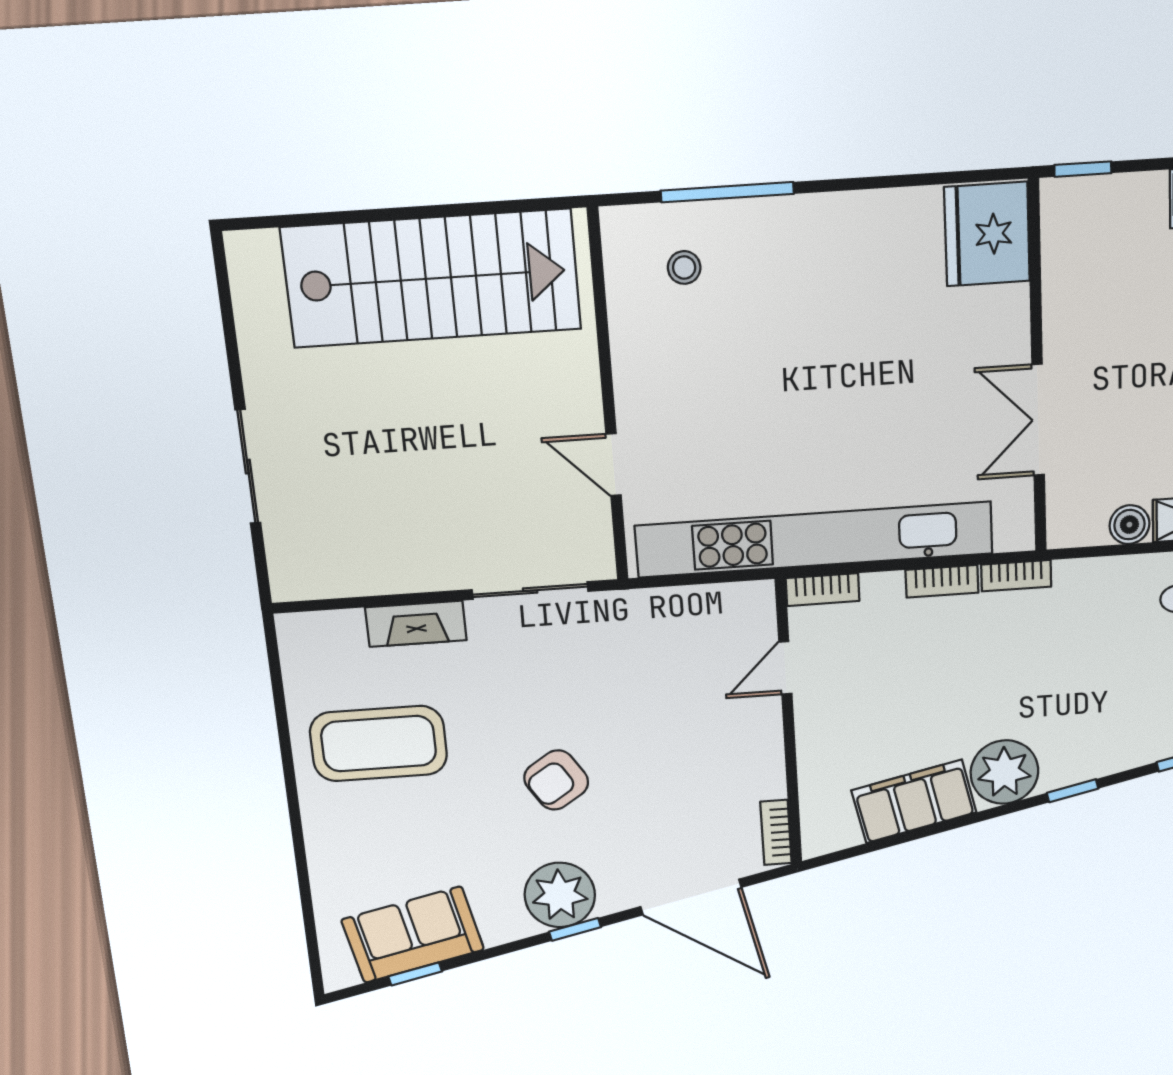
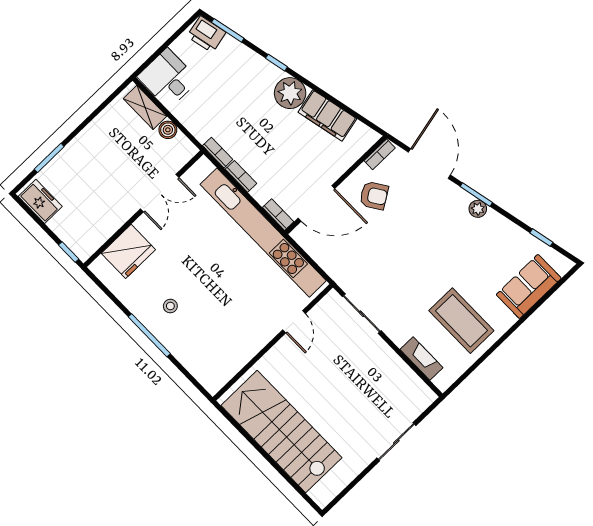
window: (727, 192) -> (149, 335), moved
fridge: (987, 234) -> (128, 251), moved
stool: (684, 268) -> (170, 306), moved
fireplace: (416, 624) -> (421, 359), moved
door: (785, 668) -> (316, 203), width x1.88
armchair: (556, 780) -> (374, 196), moved
plant: (560, 895) -> (478, 209), width x0.53, depth x0.53
window: (575, 929) -> (476, 195), width x1.50
sofa: (413, 935) -> (529, 286), moved, turned 102

